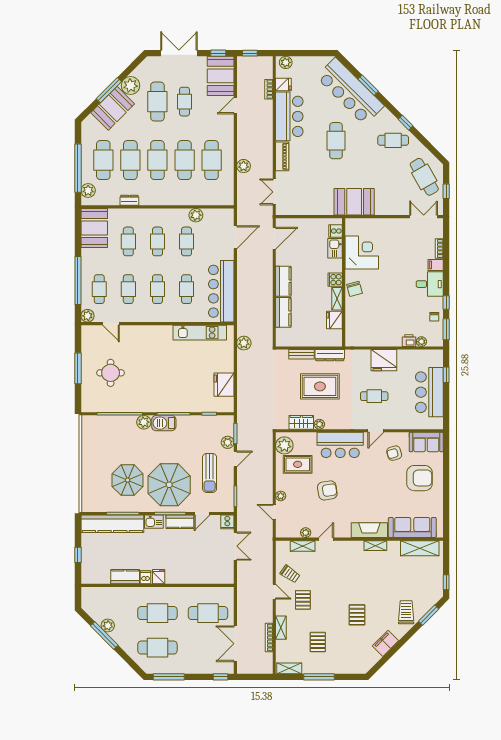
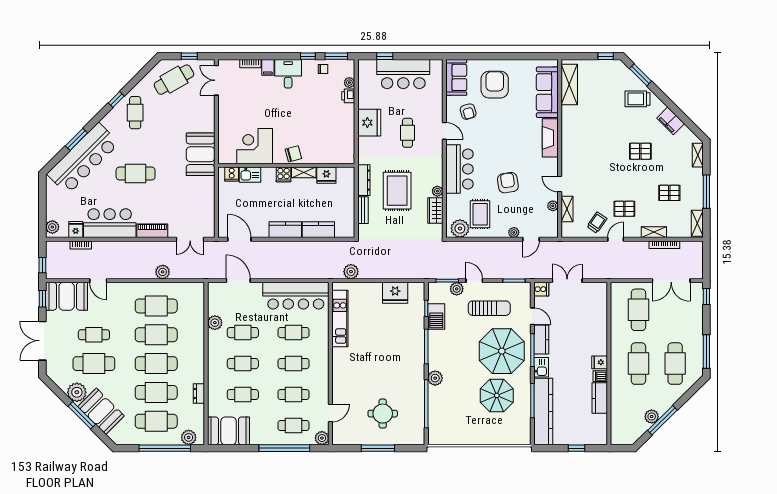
barbecue: (164, 423) -> (436, 316), moved
shelving: (375, 546) -> (698, 155), moved

